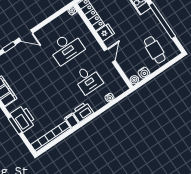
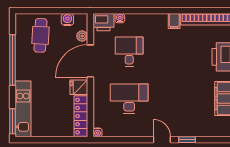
door: (110, 56) -> (90, 61), width x1.88
plant: (134, 80) -> (82, 36), moved
printer: (83, 112) -> (104, 22), moved

